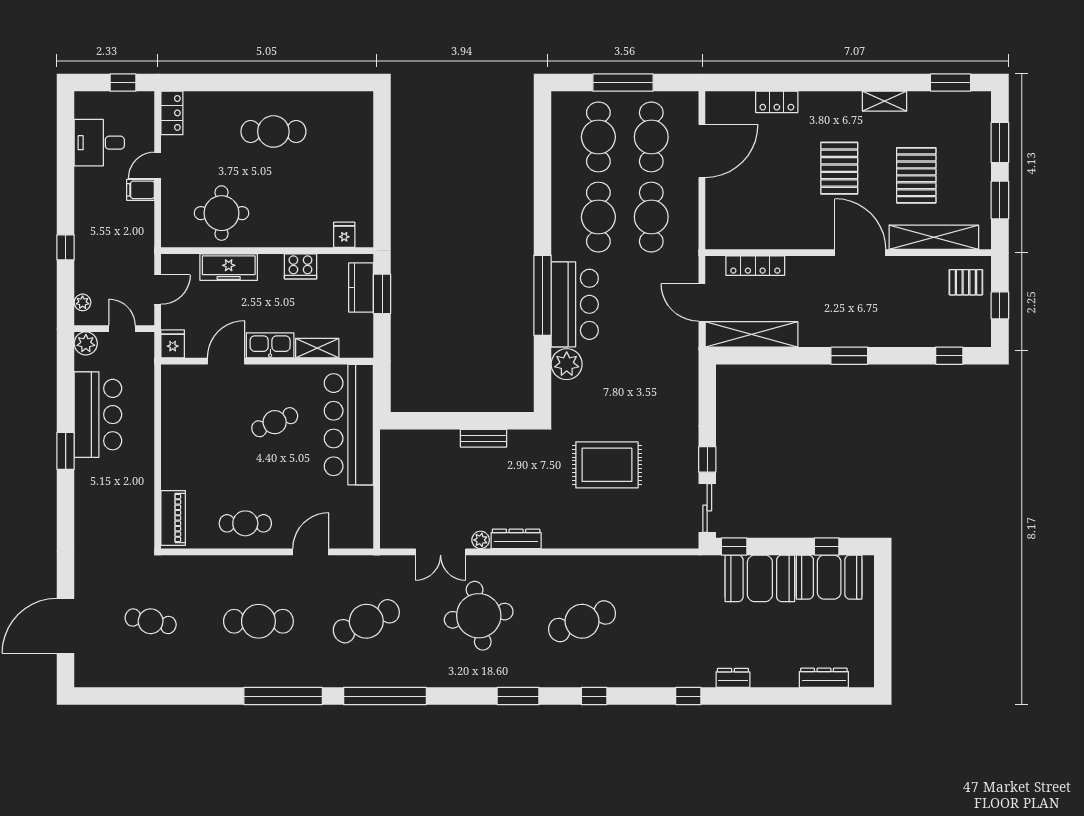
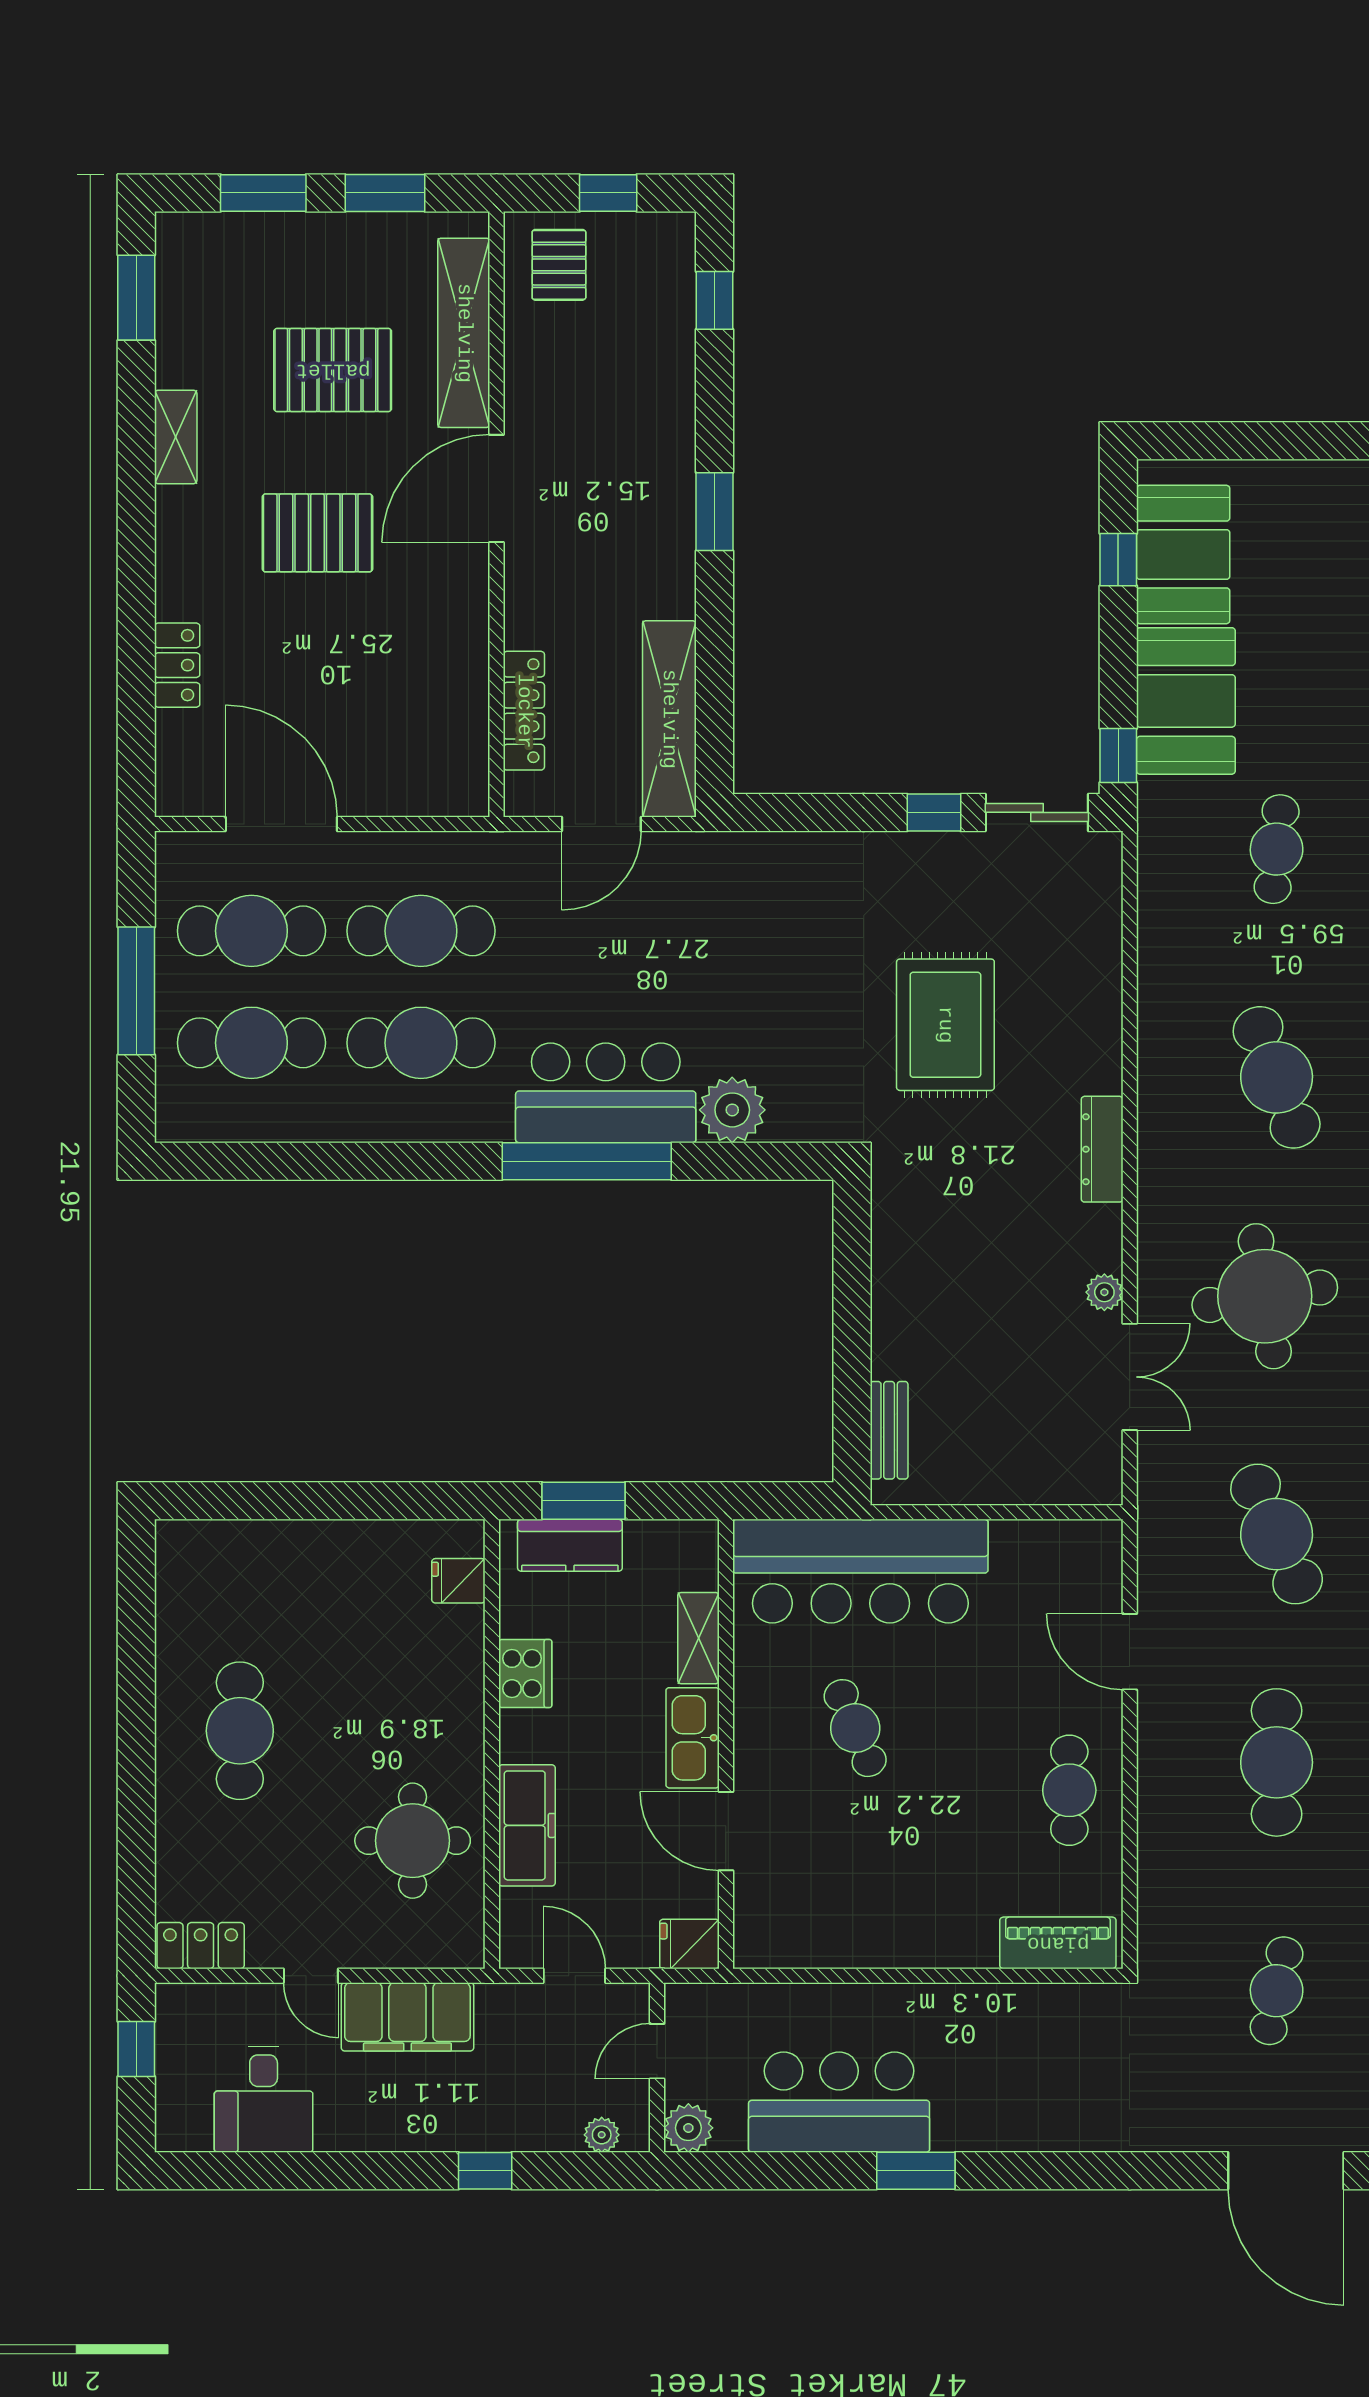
filing cabinet: (141, 190) -> (407, 2017), width x3.00, depth x1.17
bench: (484, 438) -> (889, 1430), moved
dresser: (516, 539) -> (1102, 1149), moved
cafe table: (690, 621) -> (1277, 849), added

